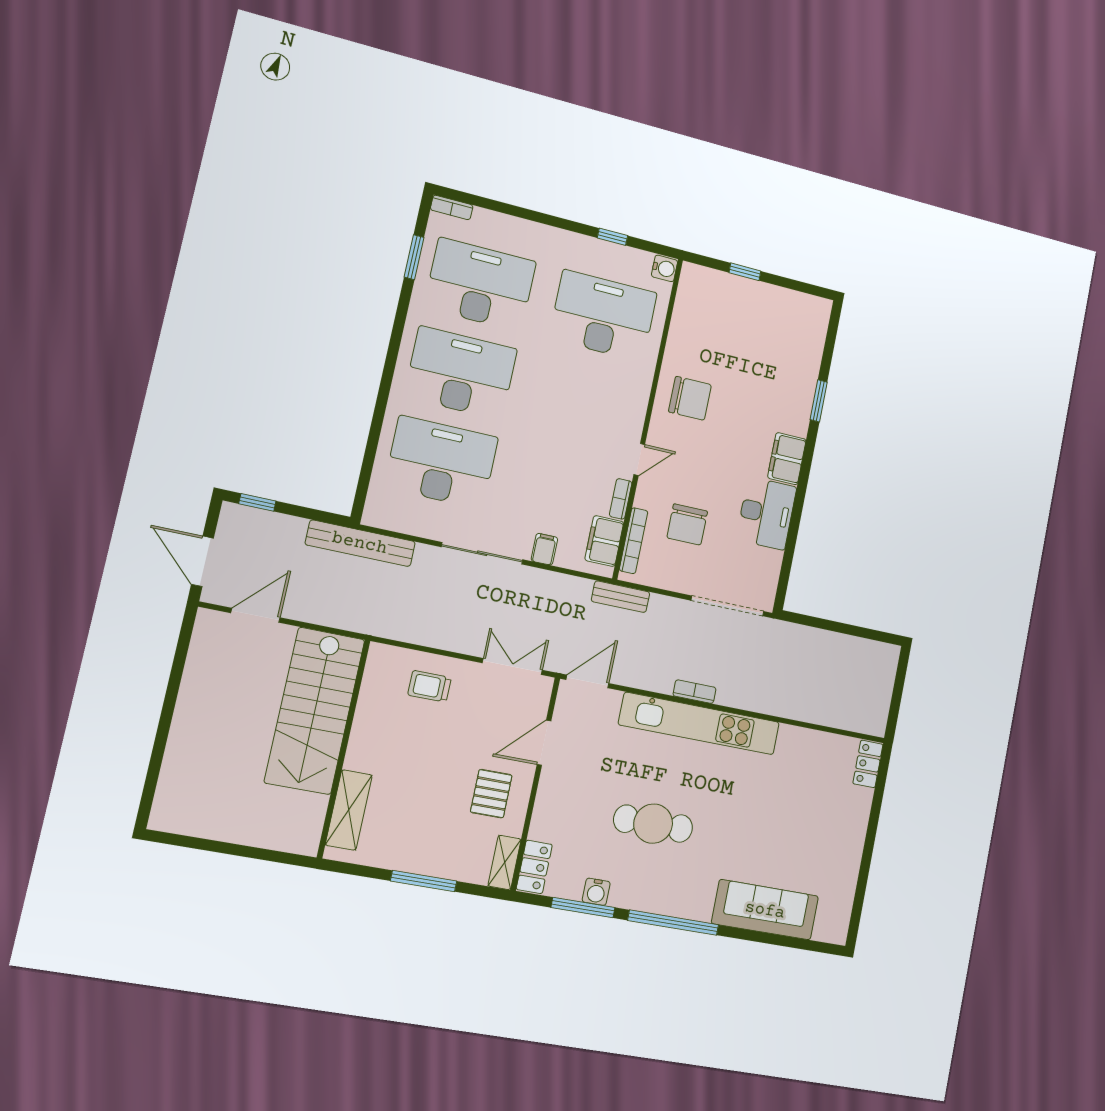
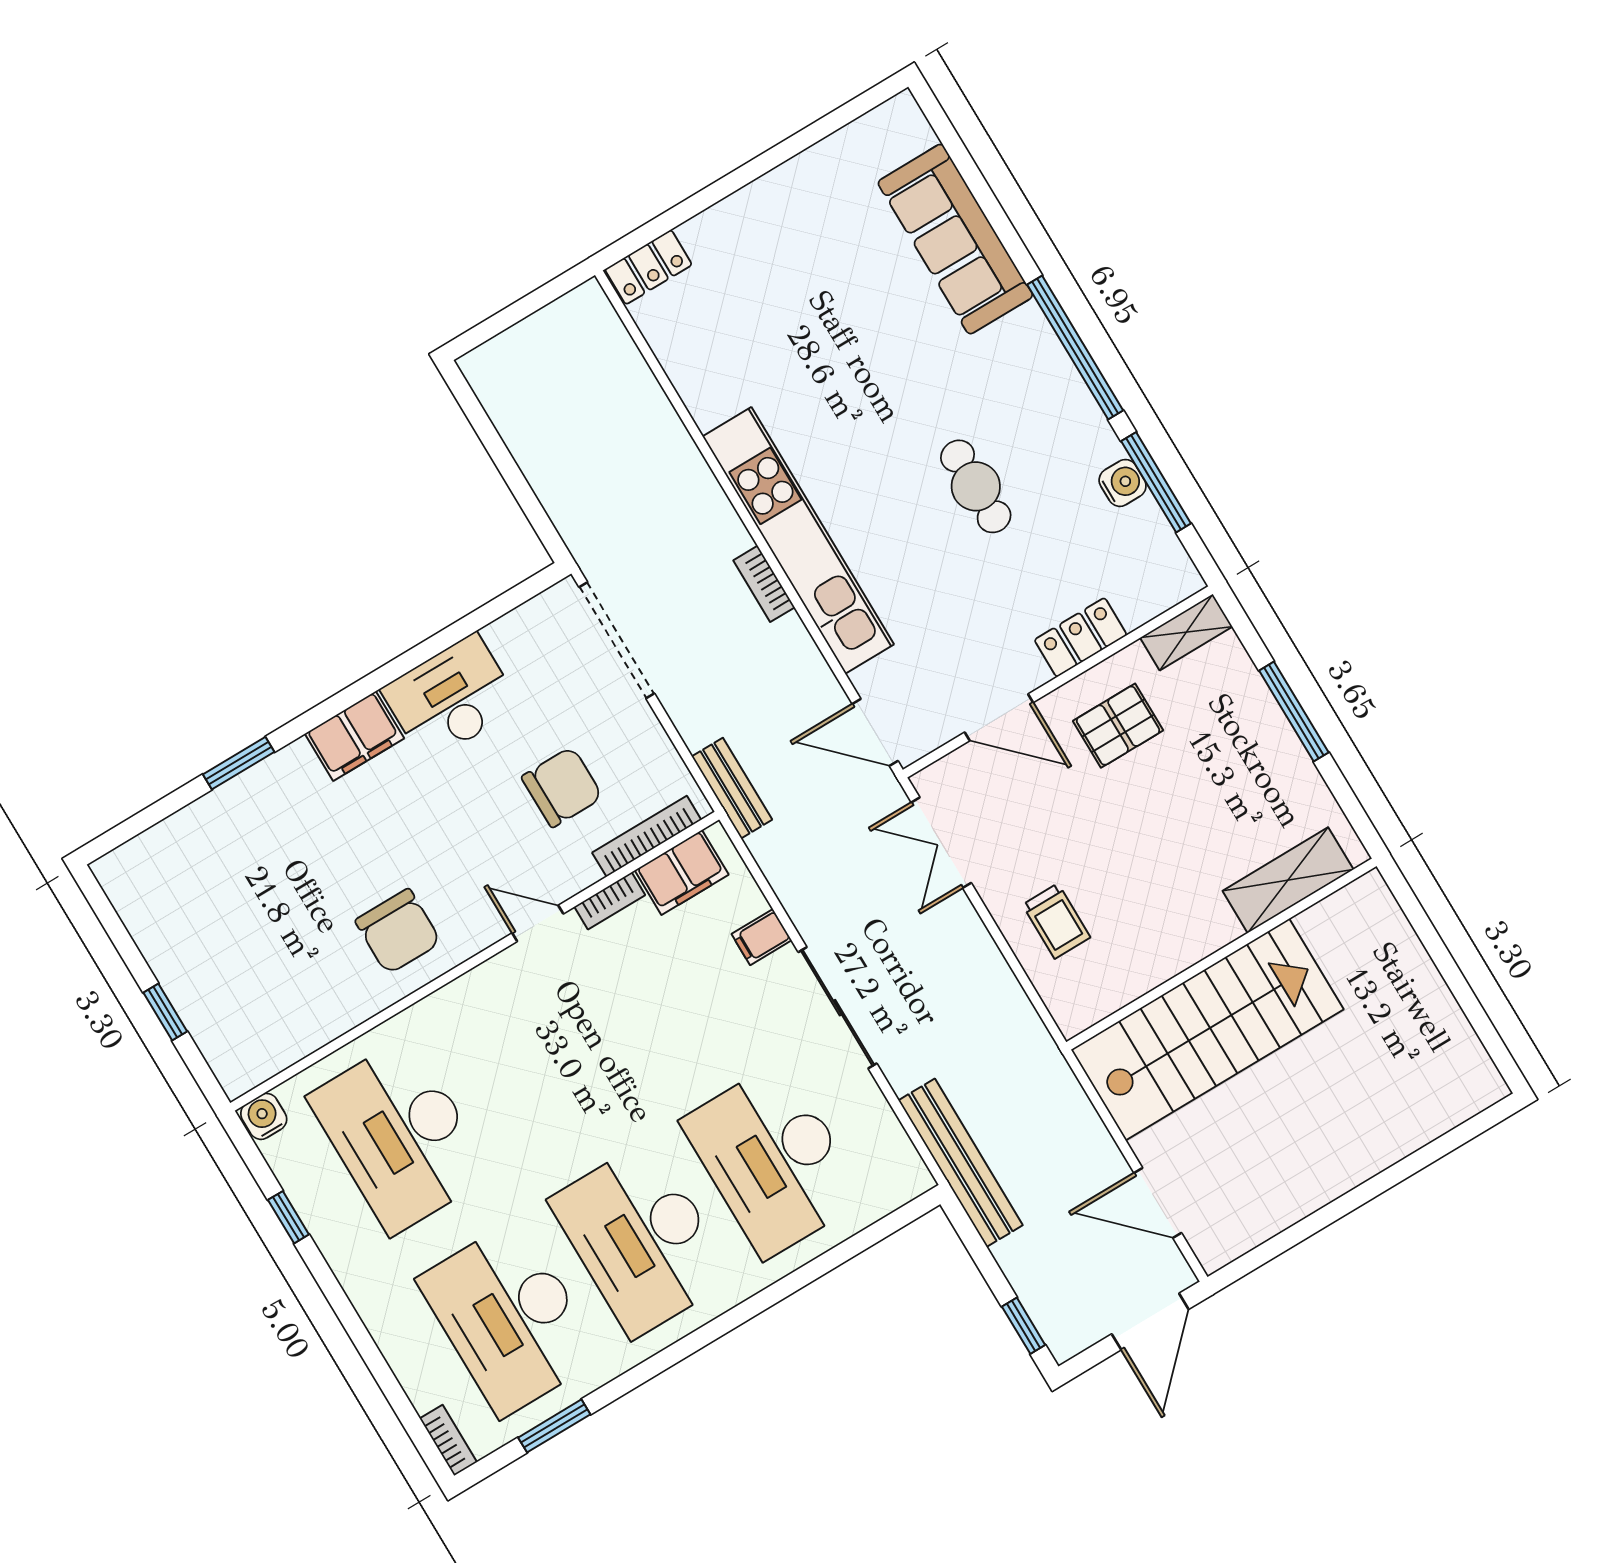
chair: (690, 398) -> (398, 931), turned 180
cafe table: (653, 824) -> (976, 486), width x0.73, depth x0.74
locker: (534, 867) -> (1081, 637), moved

